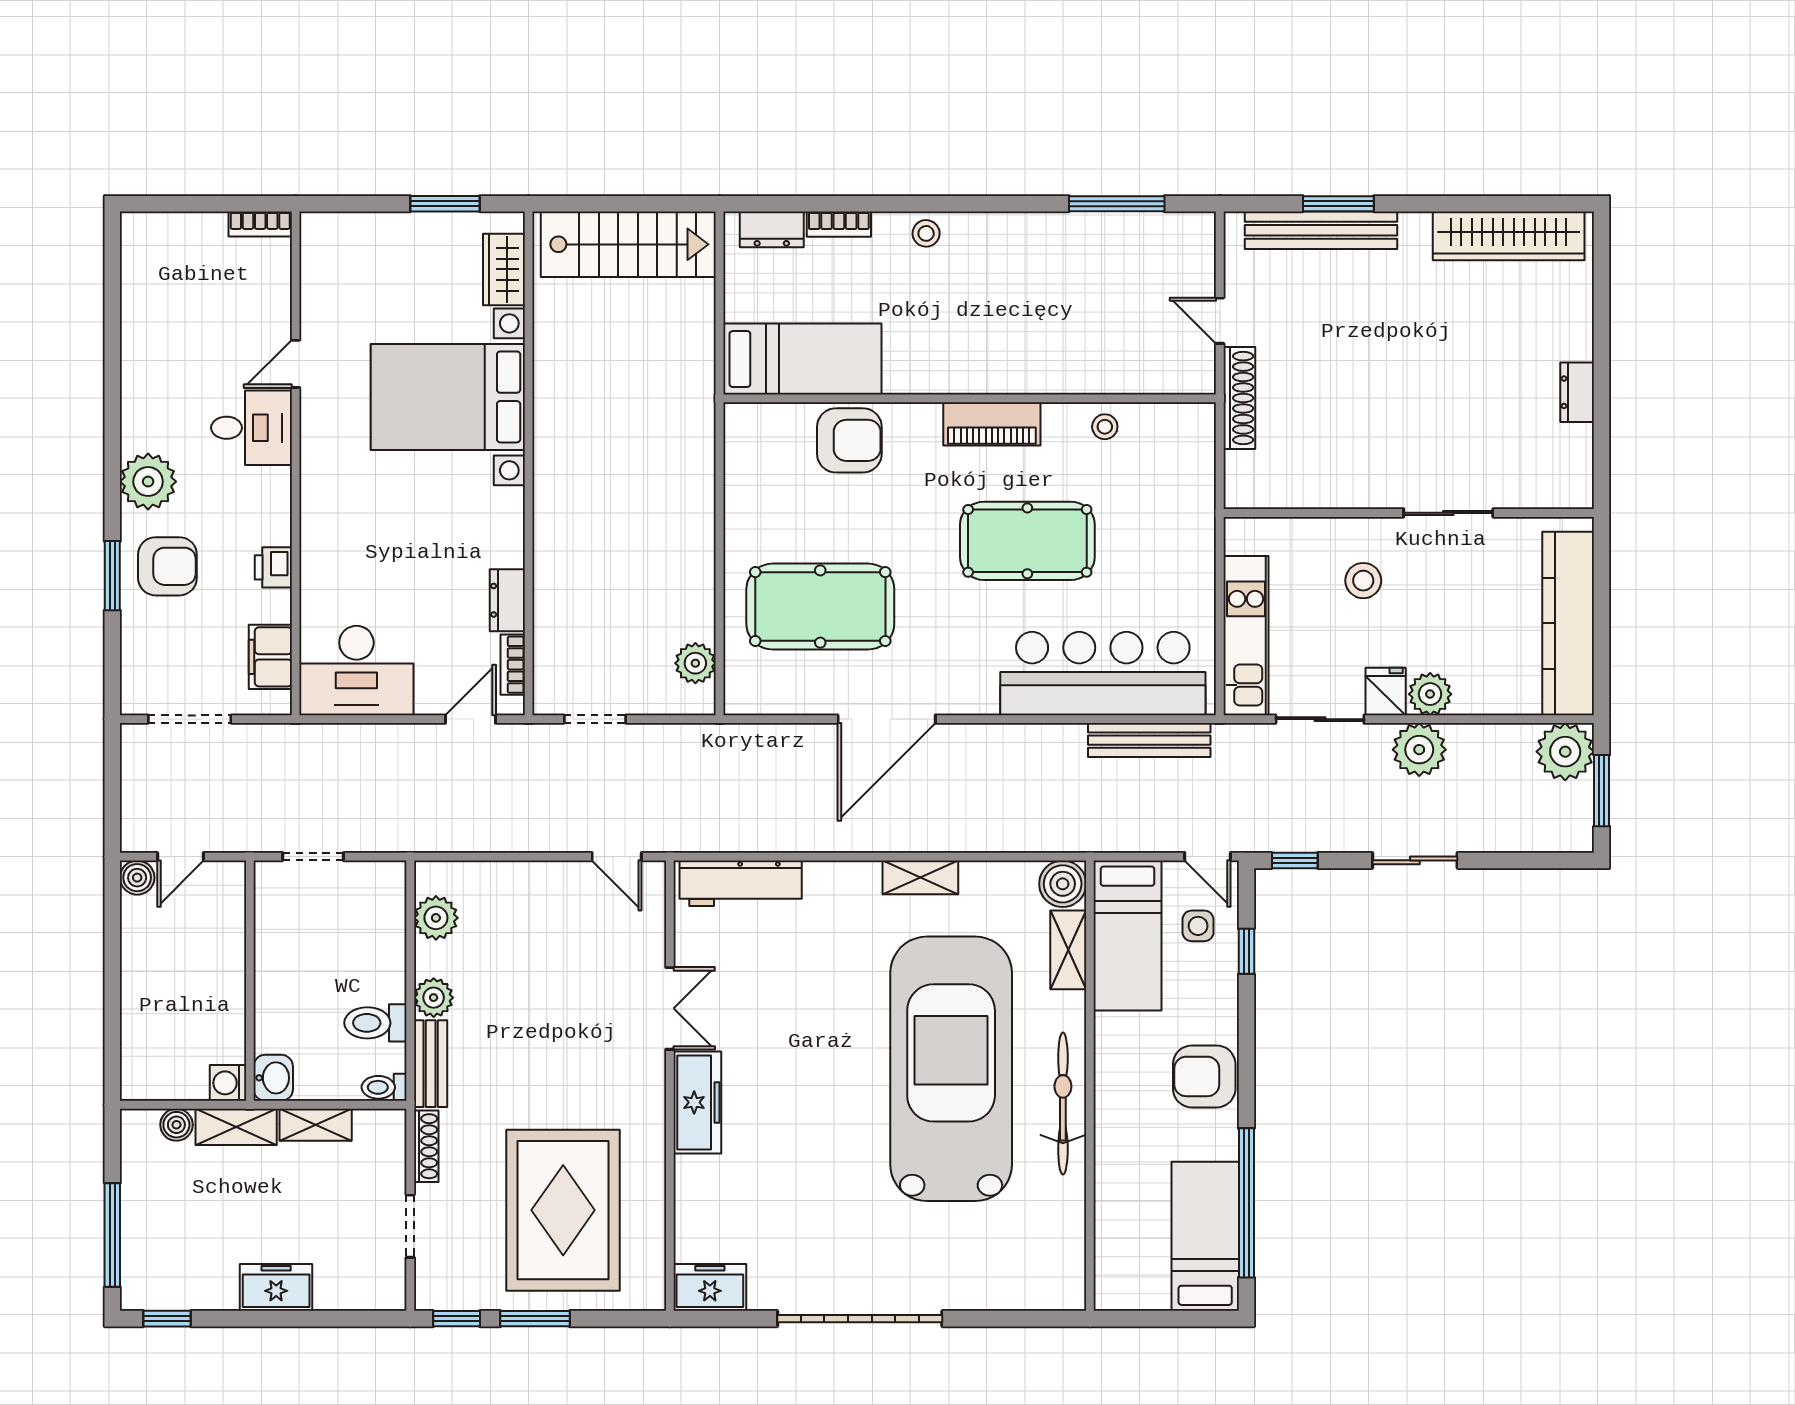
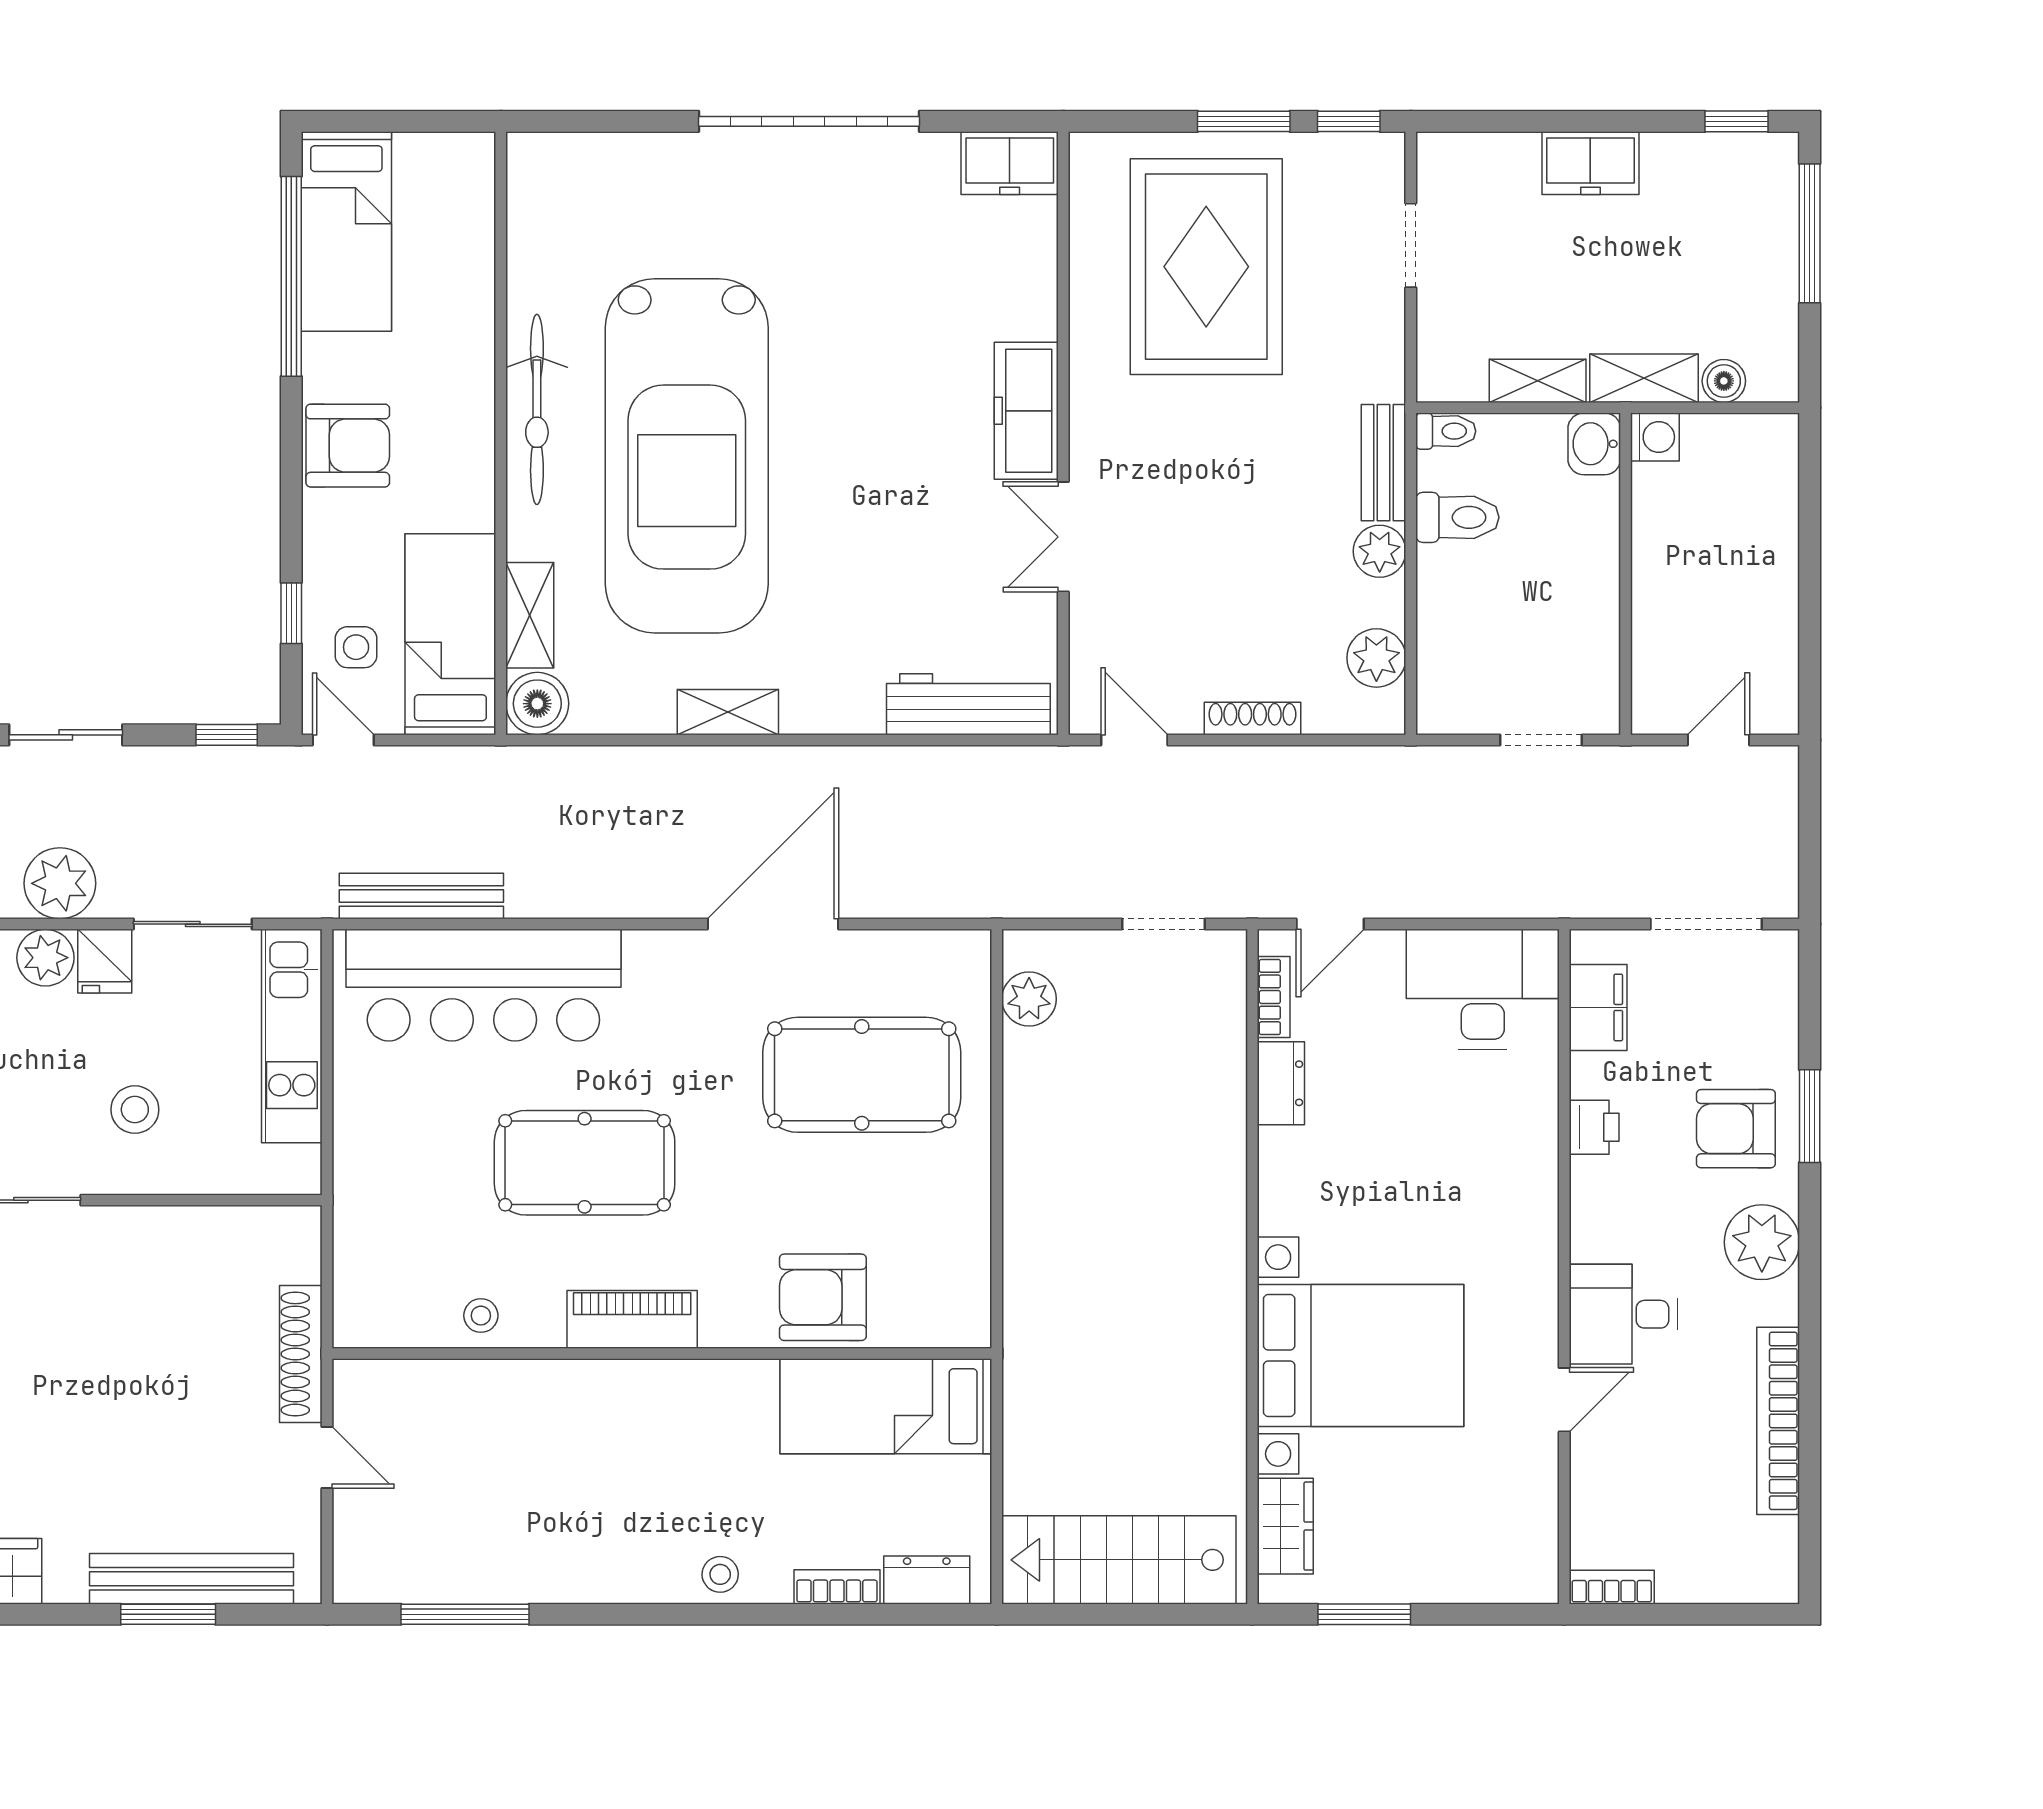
bookcase: (136, 348) -> (1778, 1421), added
boiler: (137, 878) -> (1776, 712), removed
shoe rack: (426, 1146) -> (1253, 719), moved, turned 90

